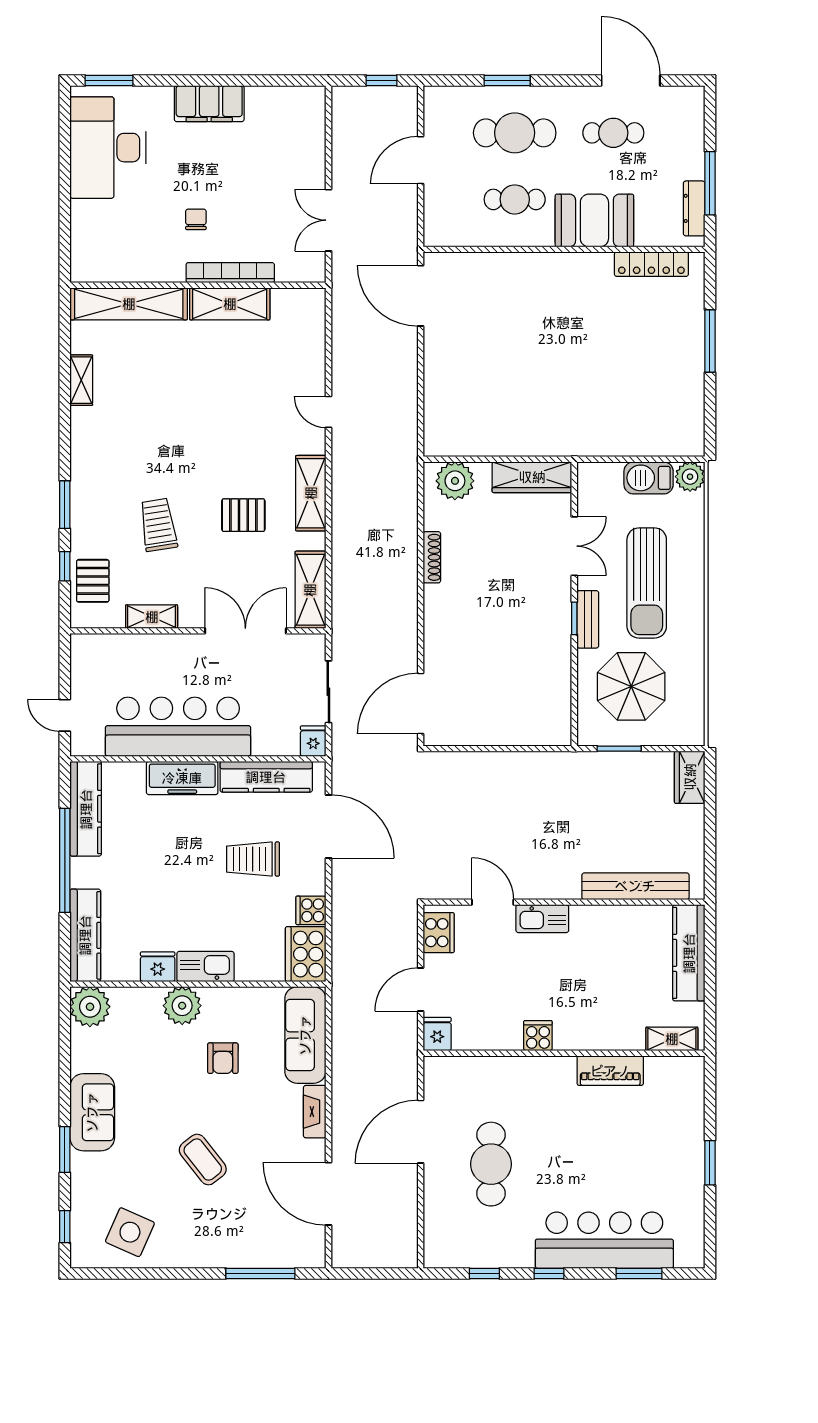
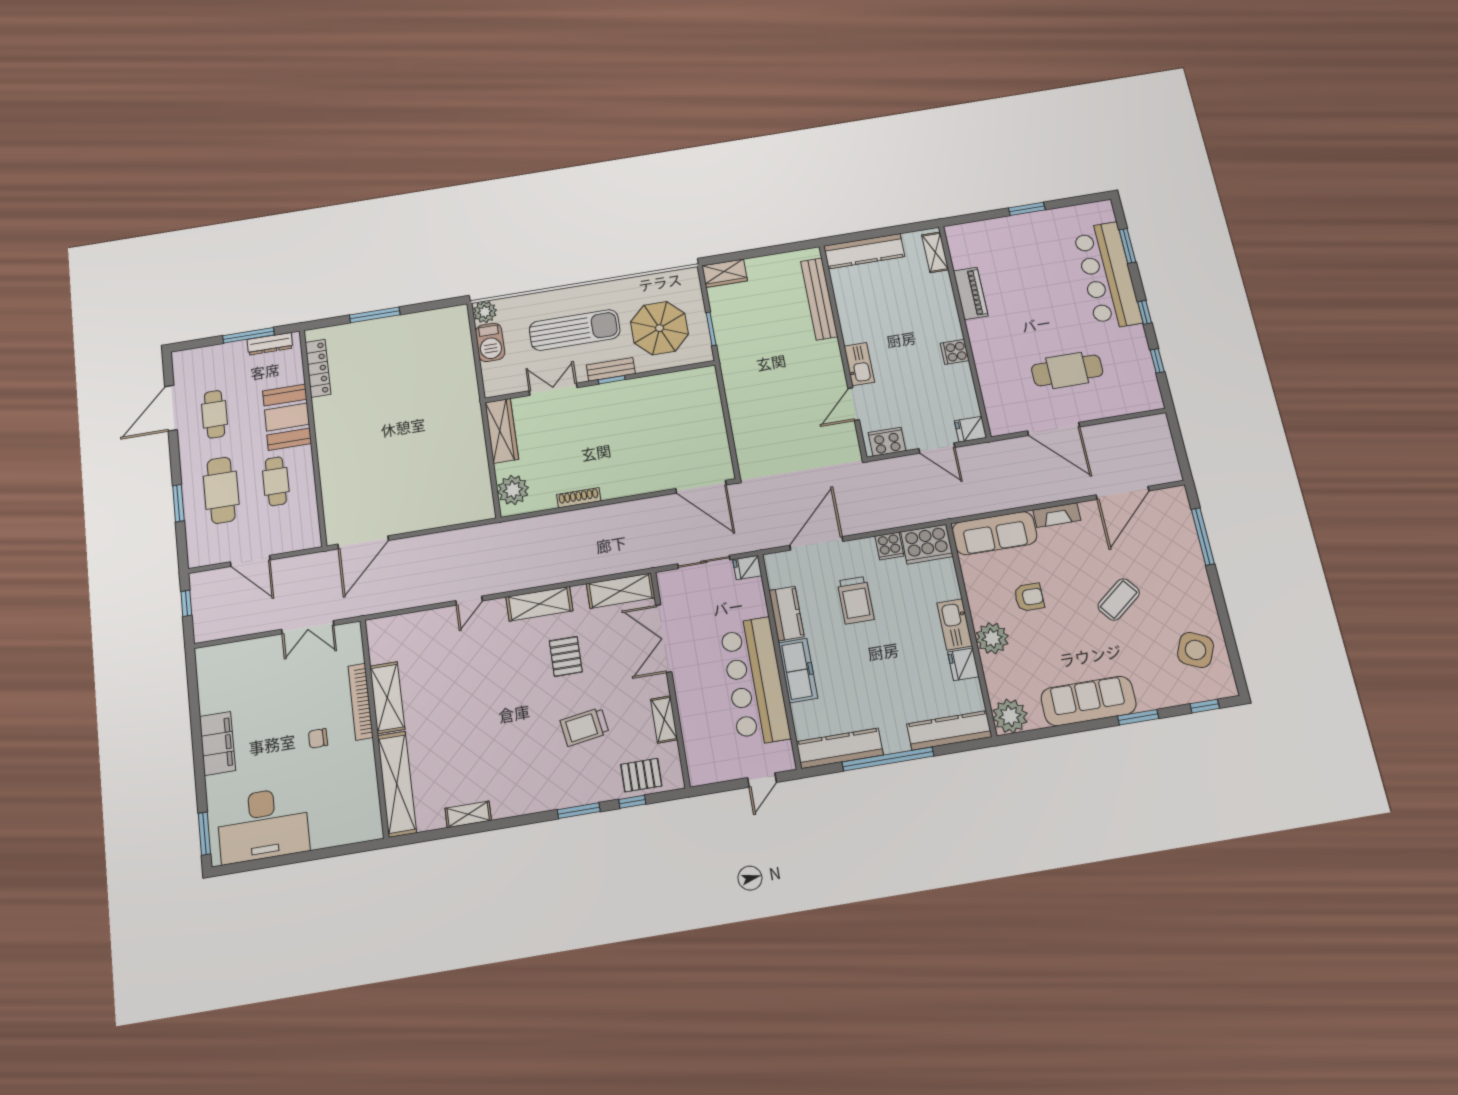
kitchen counter: (266, 777) -> (787, 614), width x0.67
sofa: (92, 1112) -> (1089, 701), width x1.36

